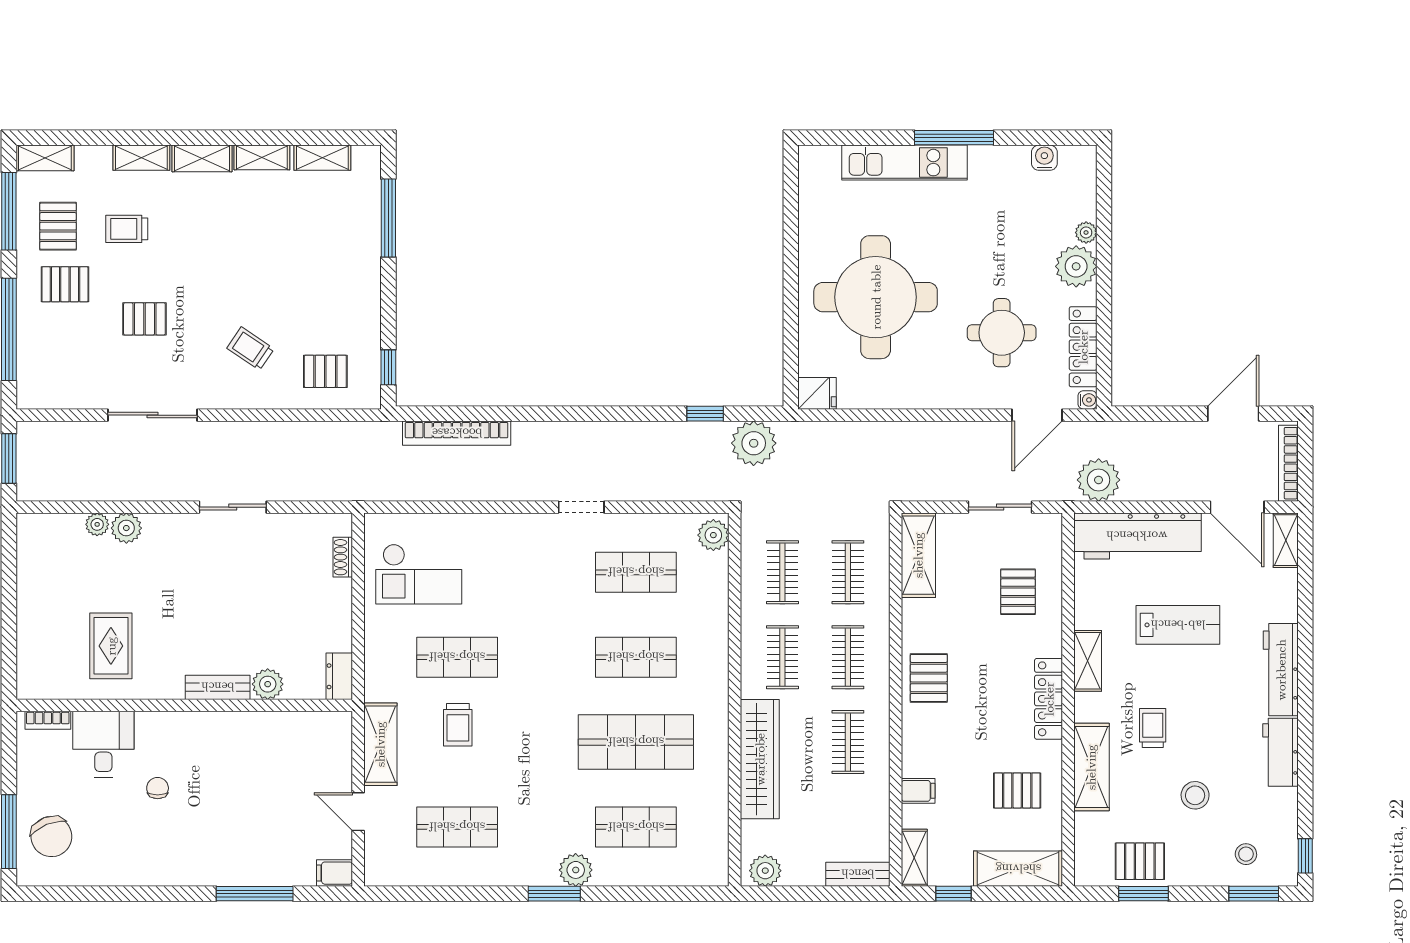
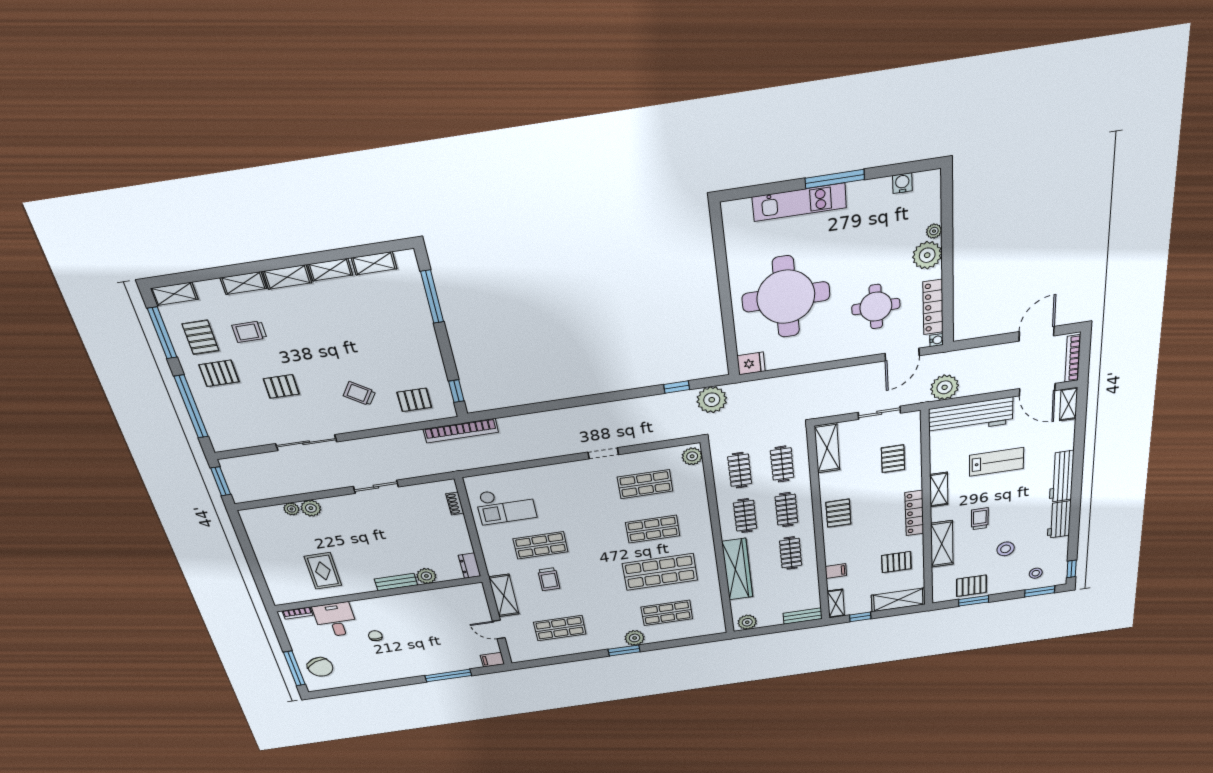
bookcase: (457, 433) -> (461, 431), moved

